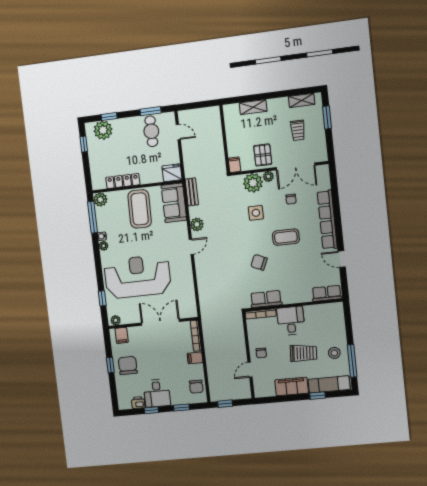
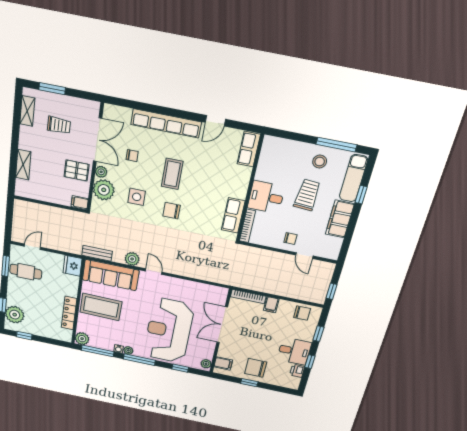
sofa: (174, 203) -> (111, 275), width x1.36
window: (98, 259) -> (139, 360), added
chair: (259, 262) -> (172, 211), moved, turned 66

